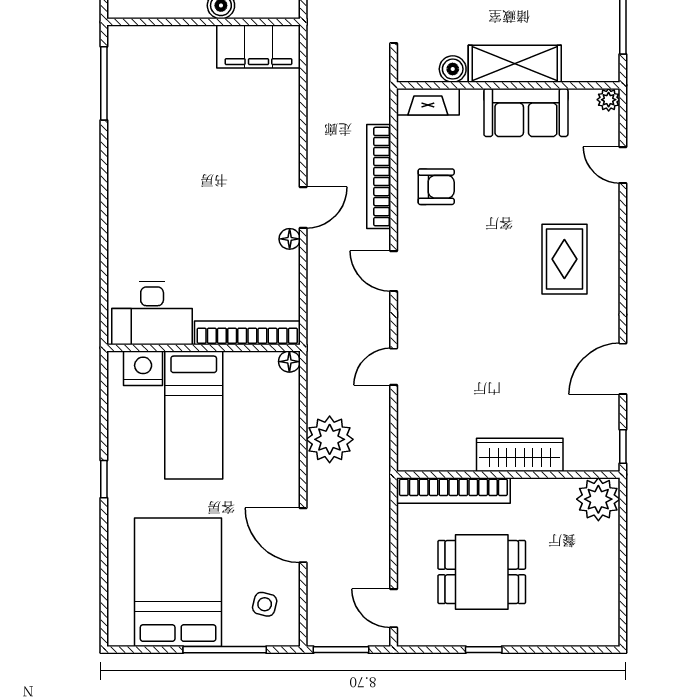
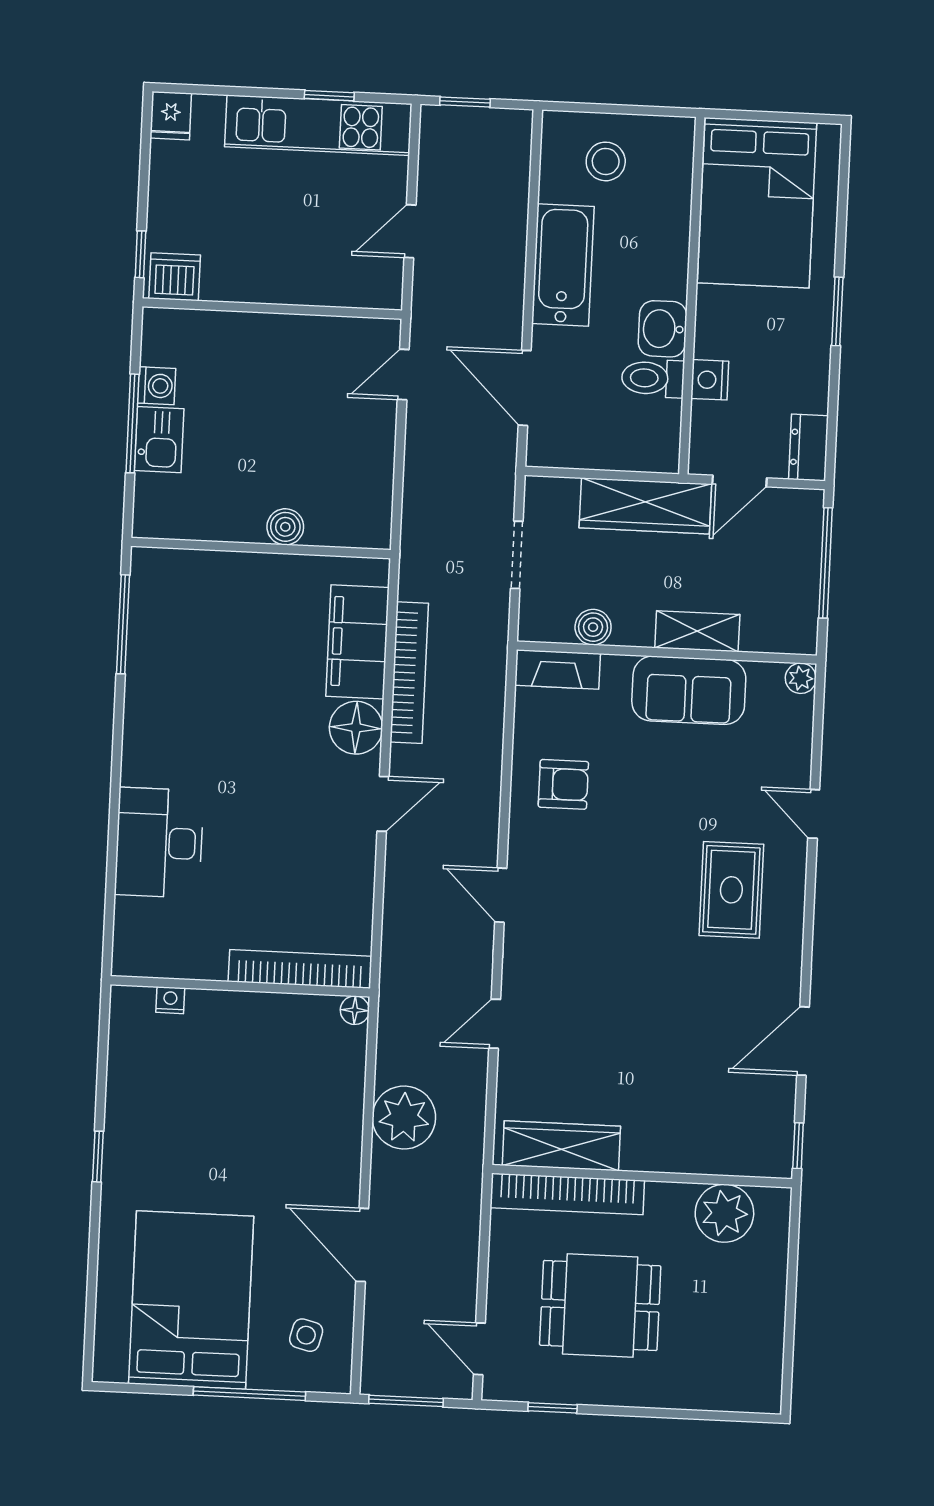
filing cabinet: (258, 47) -> (358, 642), moved, turned 90
shelving: (515, 64) -> (697, 631), width x0.67, depth x0.75
door: (623, 165) -> (814, 814), moved
bookcase: (379, 177) -> (409, 673), moved, turned 180
floor lamp: (290, 239) -> (356, 728), moved, width x1.89, depth x1.89
desk: (152, 313) -> (159, 843), moved, turned 90
nightstand: (143, 368) -> (170, 1000), width x0.53, depth x0.56
bed: (194, 415) -> (223, 1076), removed
wardrobe: (520, 455) -> (561, 1146), moved
plant: (598, 499) -> (724, 1213), moved
window: (484, 650) -> (553, 1408), moved

